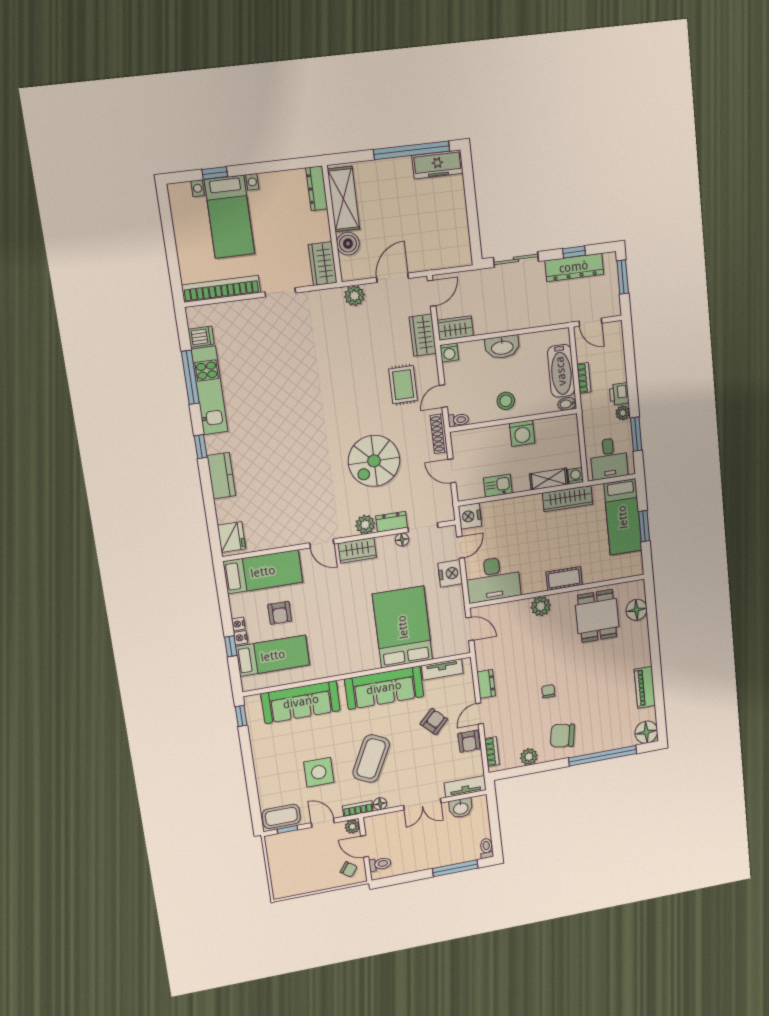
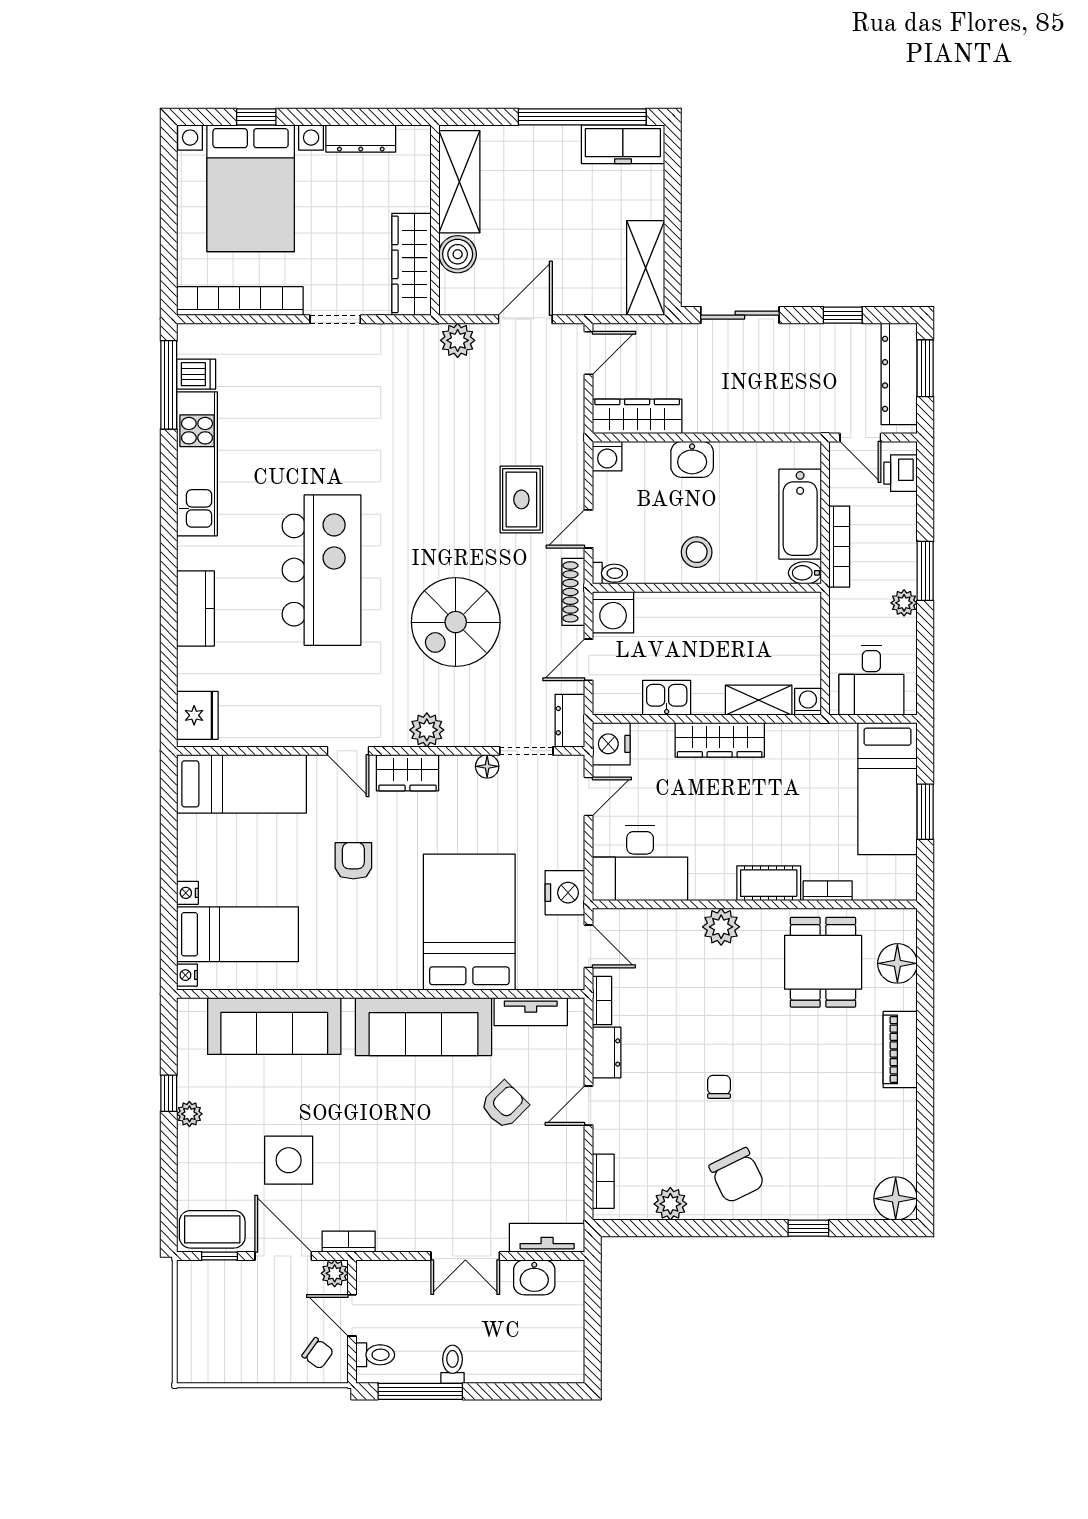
dresser: (317, 188) -> (361, 138), moved, turned -90
bed with nightstands: (229, 217) -> (251, 188), width x1.36
shelving: (459, 238) -> (646, 268), added
wardrobe: (323, 264) -> (412, 264), width x1.50
dresser: (574, 267) -> (899, 374), moved, turned 90
wardrobe: (455, 328) -> (637, 416), width x1.50
wardrobe: (423, 335) -> (565, 421), removed
washbasin: (502, 347) -> (692, 459), width x0.72
window: (190, 377) -> (169, 385), moved
bookcase: (584, 378) -> (839, 547), width x1.56
printer: (619, 394) -> (901, 473), moved
washing machine: (522, 433) -> (613, 612), moved
window: (636, 434) -> (925, 571), moved
kitchen island: (292, 442) -> (321, 570), added
window: (201, 447) -> (169, 555), removed
door: (452, 471) -> (589, 660), hinge flipped
wardrobe: (568, 499) -> (720, 740), moved
dresser: (392, 522) -> (570, 721), moved, turned -90
nightstand: (450, 573) -> (565, 893), moved
bookcase: (596, 577) -> (828, 891), added
armchair: (280, 613) -> (353, 861), moved, turned 180
nightstand: (238, 624) -> (187, 975), moved
window: (231, 646) -> (169, 905), removed
bookcase: (481, 657) -> (602, 1001), added
piano: (645, 687) -> (900, 1049), moved
window: (241, 716) -> (169, 1093), moved
chair: (562, 736) -> (737, 1175), turned -125
armchair: (469, 741) -> (564, 1154), removed
window: (603, 756) -> (808, 1228), width x0.32
plant: (260, 758) -> (189, 1114), added
coffee table: (371, 759) -> (384, 1153), removed
floor lamp: (380, 804) -> (389, 1240), removed
door: (323, 823) -> (283, 1256), width x1.38
toilet: (486, 848) -> (452, 1364), moved
window: (455, 868) -> (420, 1391), moved

